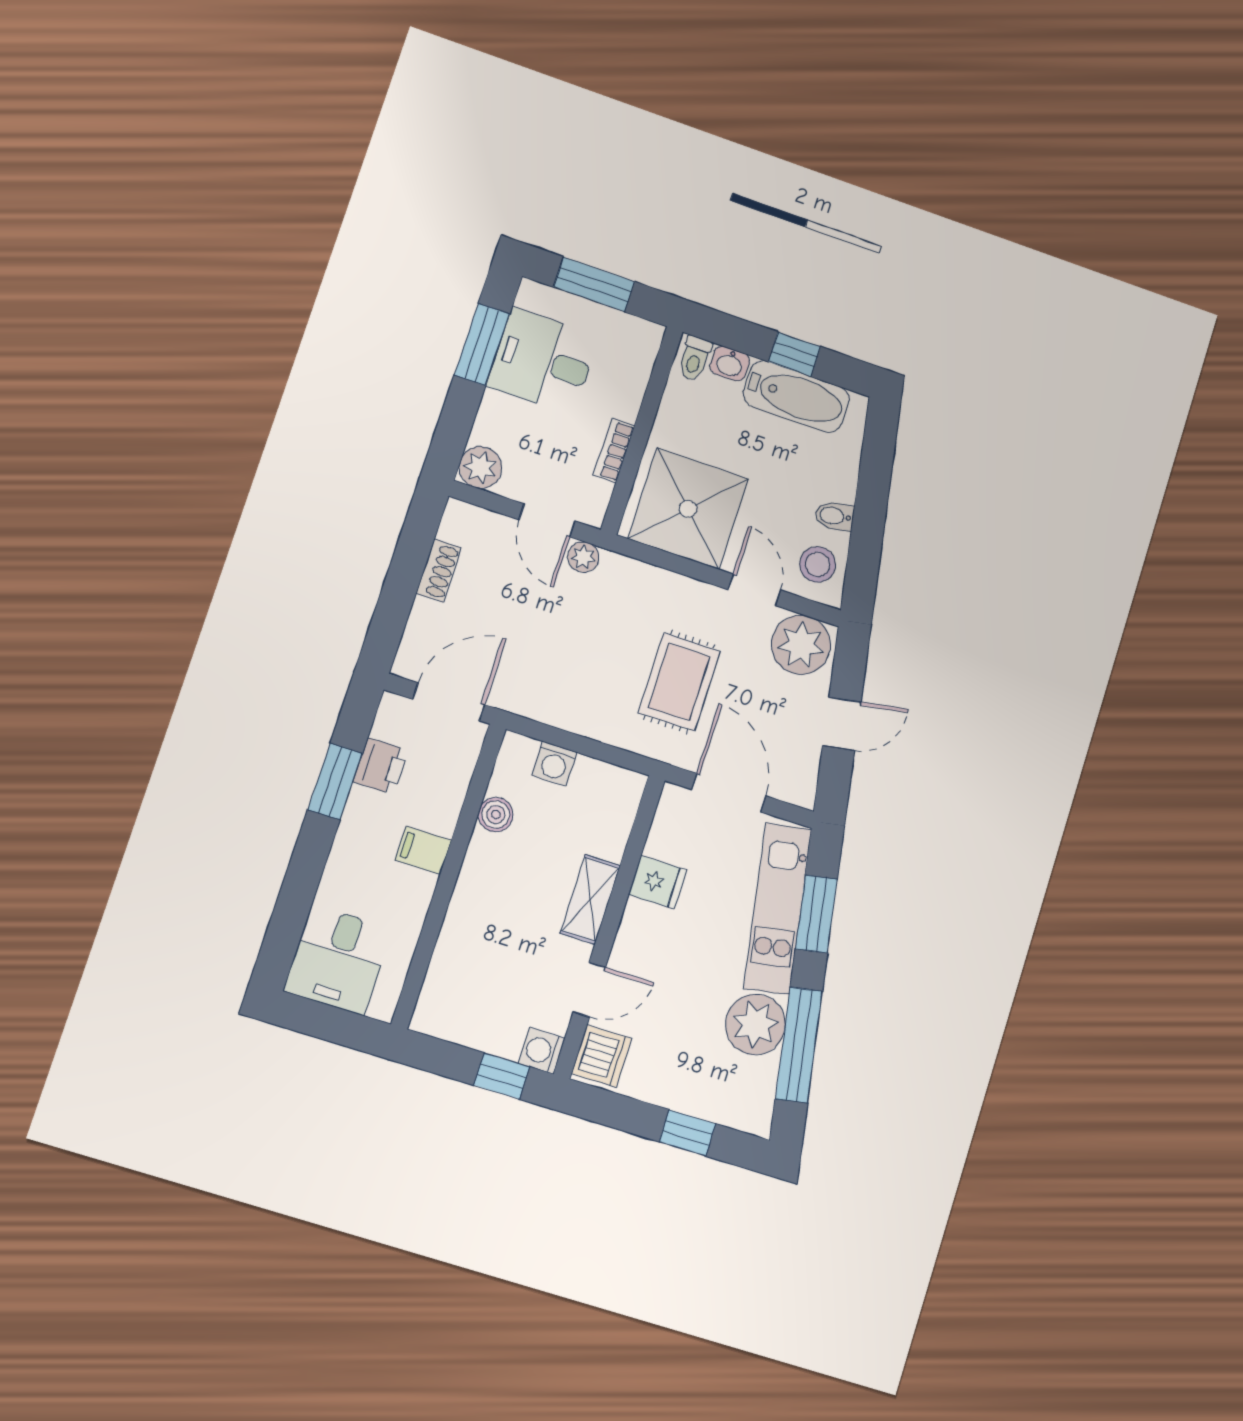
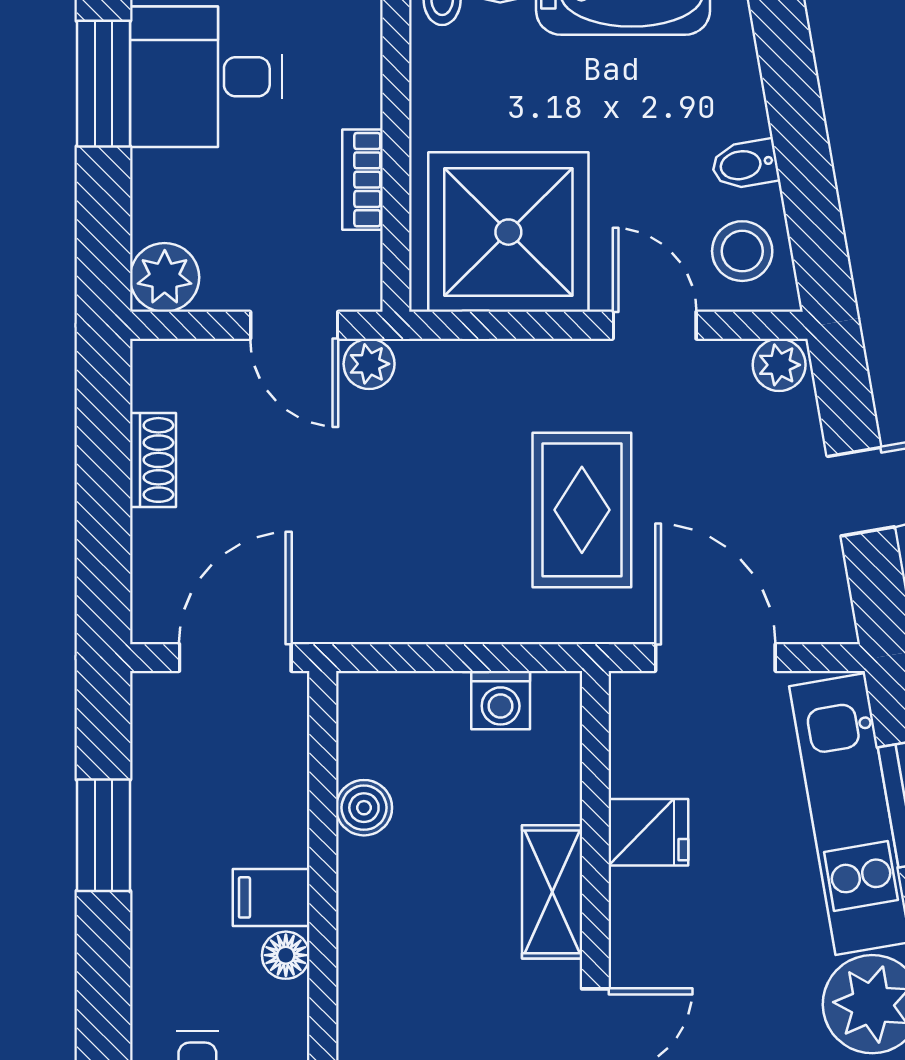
plant: (801, 645) -> (779, 365), width x0.53, depth x0.53
washing machine: (554, 764) -> (501, 700), moved
printer: (381, 766) -> (164, 790), removed
floor lamp: (421, 887) -> (286, 955), added

